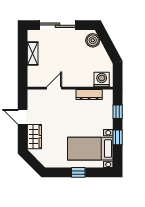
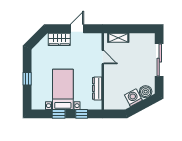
shelving: (33, 53) -> (118, 38), moved
washing machine: (102, 79) -> (133, 98), moved, turned -118
bed with nightstands: (90, 149) -> (63, 89), moved

